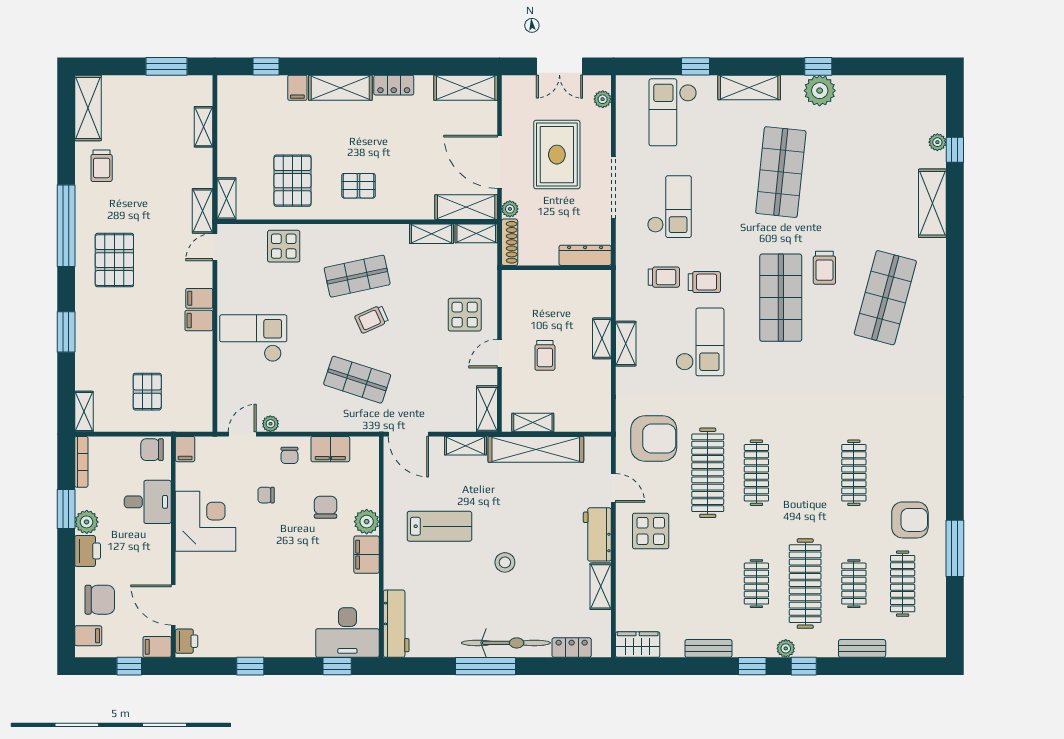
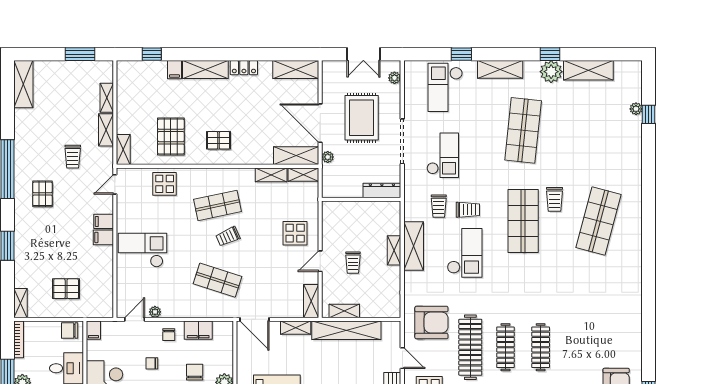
trolley: (102, 166) -> (73, 157), moved
shelving: (932, 203) -> (588, 70), moved, turned 90
shelving: (203, 211) -> (106, 130), moved
shoe rack: (510, 242) -> (327, 181), removed
pallet: (114, 260) -> (42, 194), width x0.67, depth x0.71
trolley: (664, 277) -> (439, 206), turned 90
shelving: (626, 344) -> (414, 246), width x1.50, depth x1.33
pallet: (147, 392) -> (66, 289), turned 90
clothes rail: (854, 473) -> (541, 347), moved

